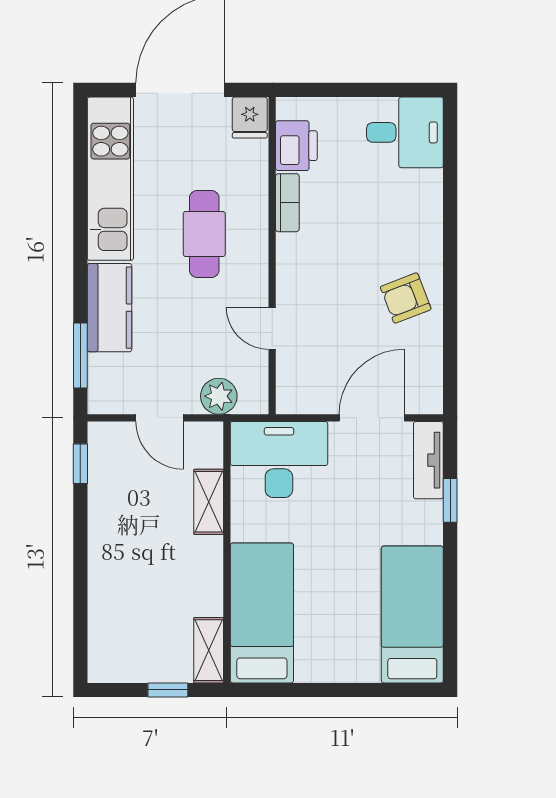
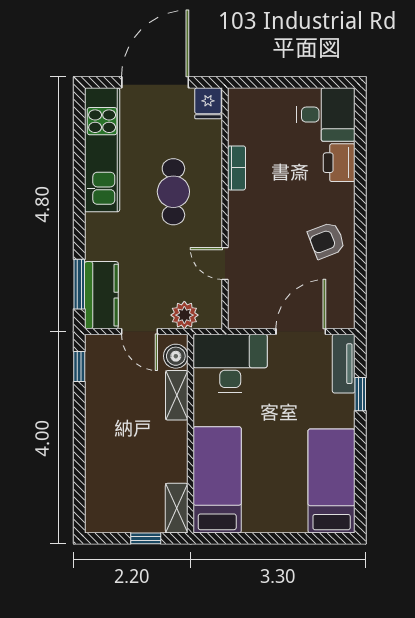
printer: (296, 146) -> (339, 163), moved, turned 180
kitchen counter: (110, 308) -> (101, 295), moved
boiler: (207, 450) -> (176, 356), added

